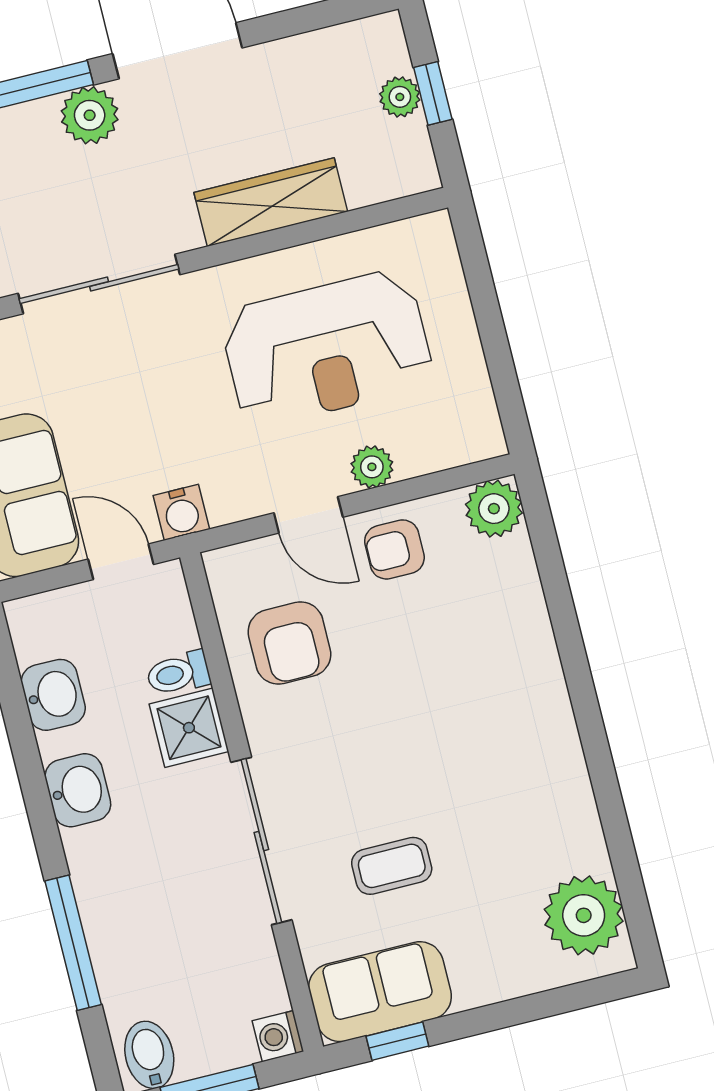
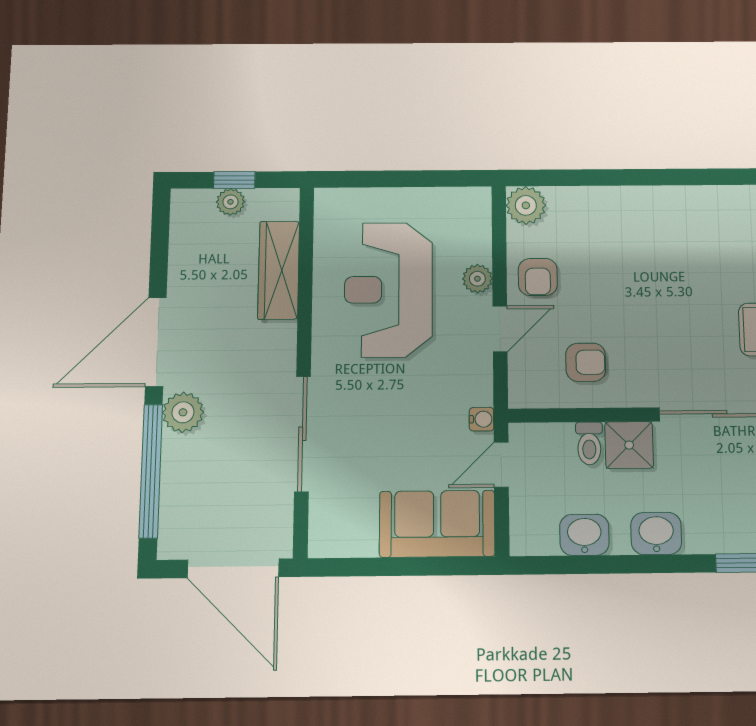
wardrobe: (271, 202) -> (279, 270), moved
reception desk: (327, 348) -> (388, 290), turned 180
water cooler: (181, 512) -> (482, 419), width x0.72, depth x0.72
armchair: (289, 643) -> (586, 362), width x0.72, depth x0.72

